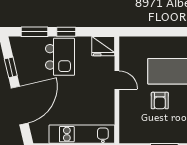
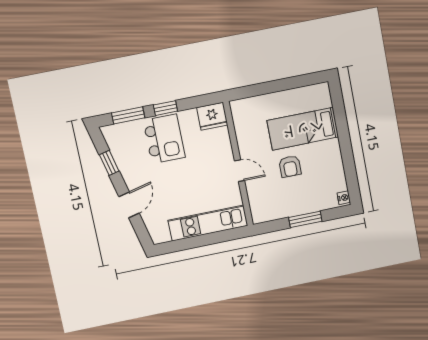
door: (117, 80) -> (239, 171), moved
door: (20, 105) -> (129, 205), width x0.53

